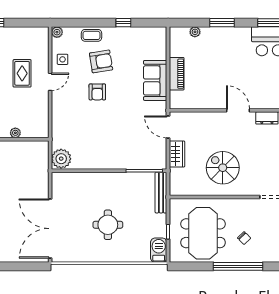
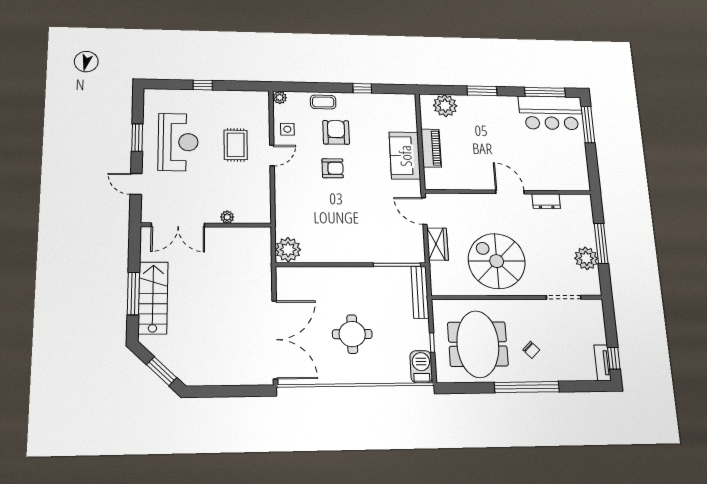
plant: (195, 32) -> (445, 106), width x1.87, depth x1.87
armchair: (101, 61) -> (336, 132), turned -81
armchair: (97, 92) -> (333, 168), turned -90
spiral stairs: (223, 168) -> (497, 261), width x1.37, depth x1.37
double door: (50, 229) -> (275, 340), swing flipped

